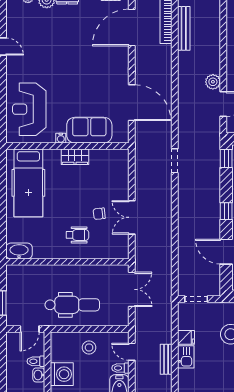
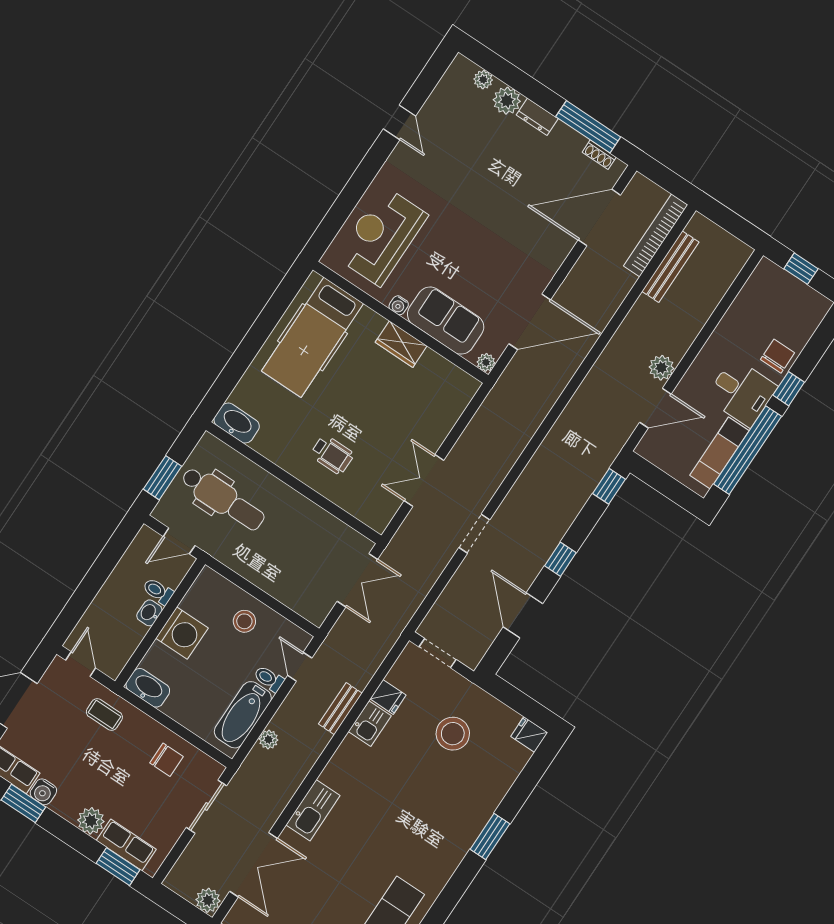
door: (132, 103) -> (530, 322), hinge flipped
plant: (123, 138) -> (486, 362), added
doorway: (175, 161) -> (474, 534), moved
chair: (99, 214) -> (382, 445), removed
dental chair: (72, 305) -> (223, 499), moved

